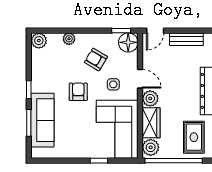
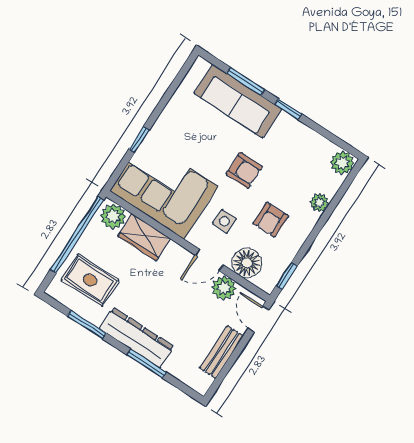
floor lamp: (128, 42) -> (247, 263), moved
armchair: (96, 60) -> (271, 220), turned 149
plant: (150, 98) -> (224, 288), moved

